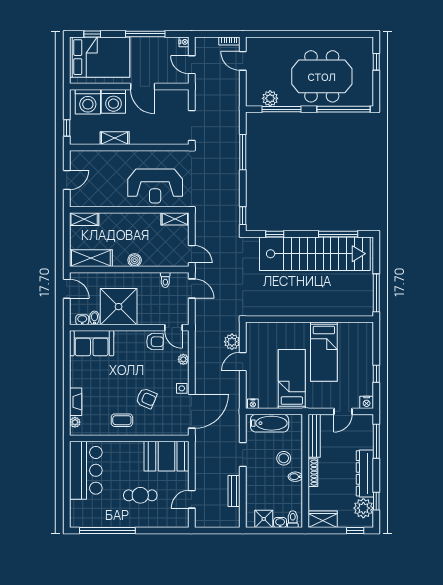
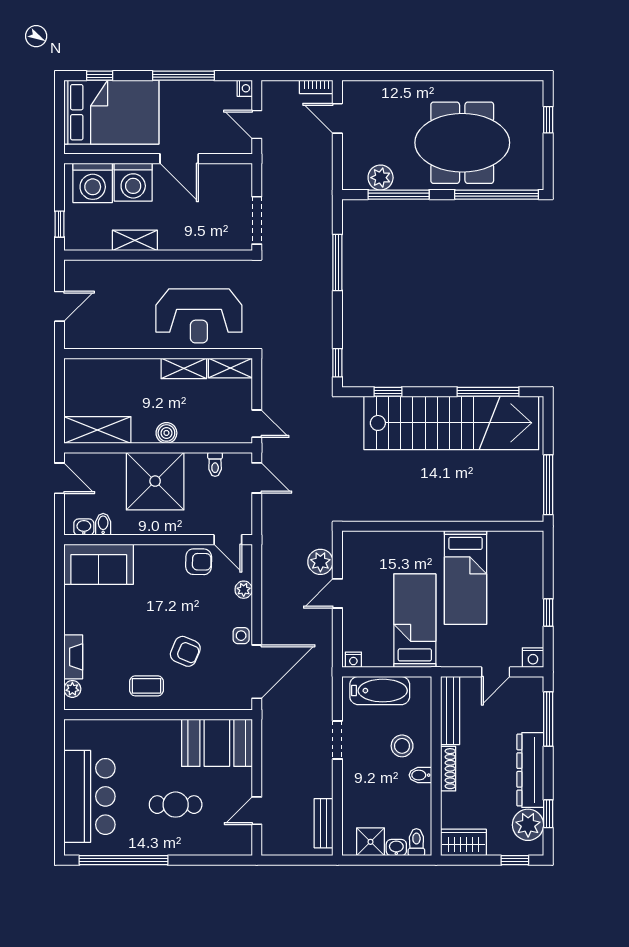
shelving: (84, 219) -> (184, 368), moved
shower: (119, 307) -> (155, 481), moved
bar counter: (86, 470) -> (90, 796), moved
bench: (234, 491) -> (324, 823), moved

